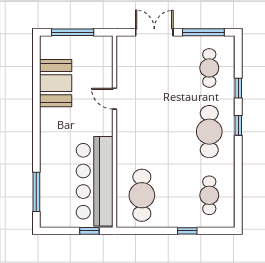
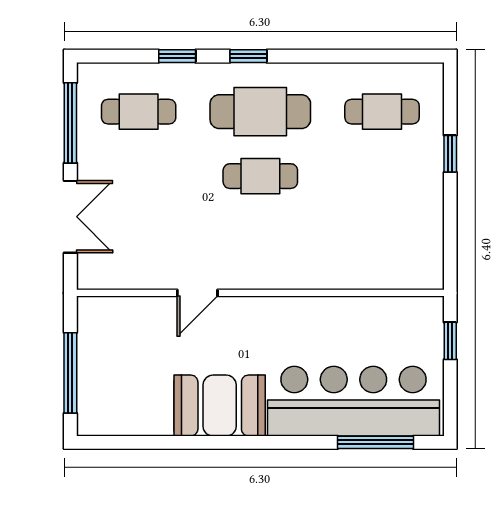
double door: (154, 32) -> (70, 217), swing flipped
booth: (56, 83) -> (220, 406), moved
bar counter: (95, 181) -> (353, 401), moved, turned 180
cafe table: (142, 195) -> (260, 176), moved, width x0.73, depth x0.74

